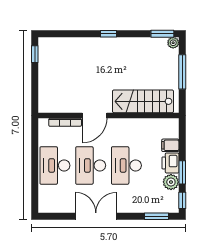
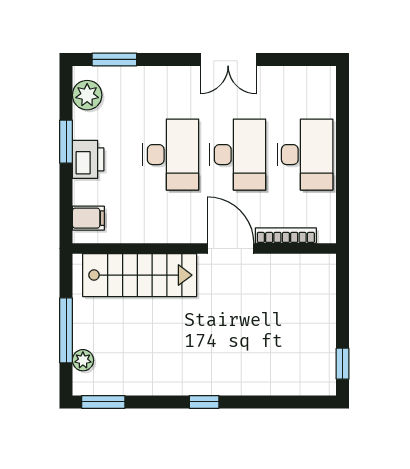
plant: (173, 43) -> (83, 360), moved
door: (95, 115) -> (231, 248), hinge flipped
filing cabinet: (170, 145) -> (88, 218), moved
plant: (171, 182) -> (87, 95), moved
window: (182, 200) -> (66, 89), removed
double door: (96, 216) -> (228, 59), width x0.73

